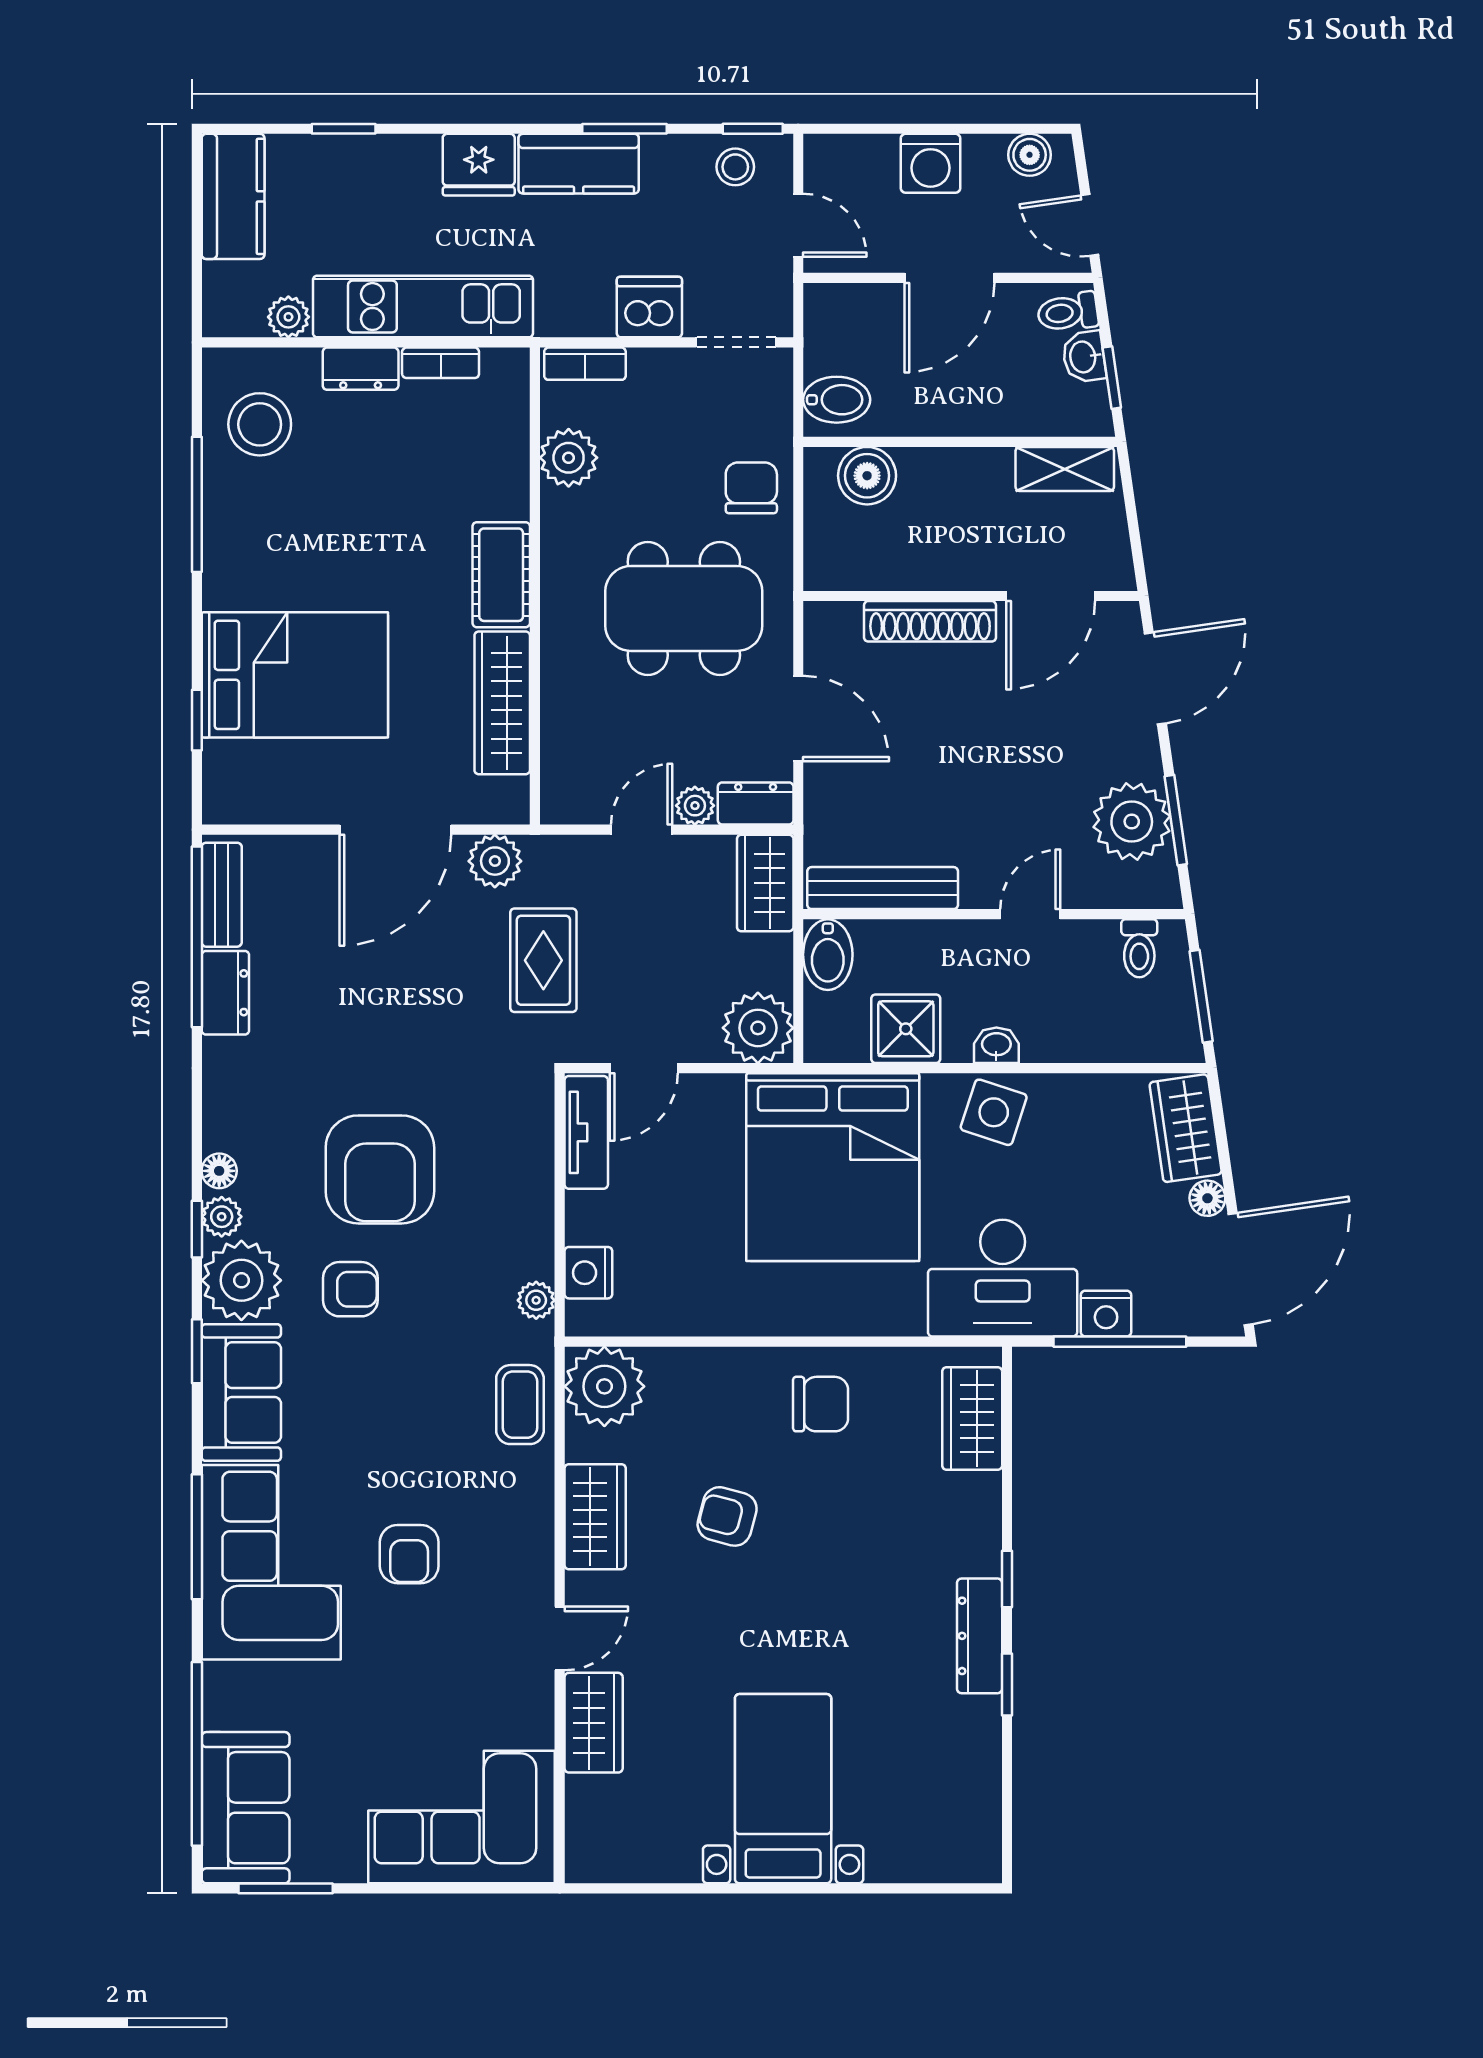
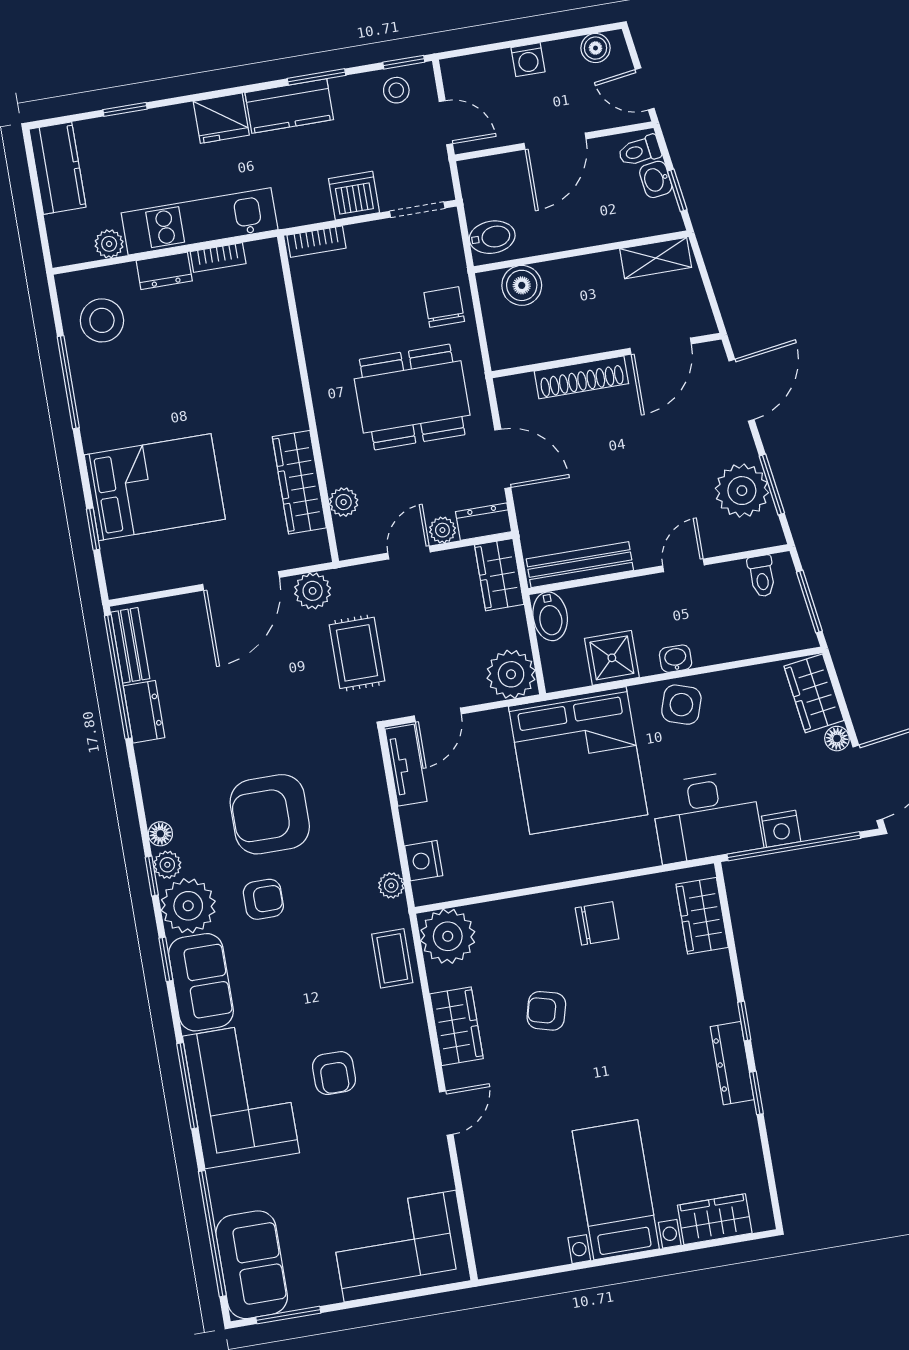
washing machine: (931, 163) -> (528, 60), width x0.73, depth x0.73
plant: (569, 458) -> (344, 502), moved, width x0.73, depth x0.73
cot: (501, 575) -> (284, 395), removed
armchair: (380, 1169) -> (270, 814), turned 90
window: (1120, 1342) -> (794, 846), width x1.46
wardrobe: (594, 1723) -> (715, 1219), moved, turned -90

